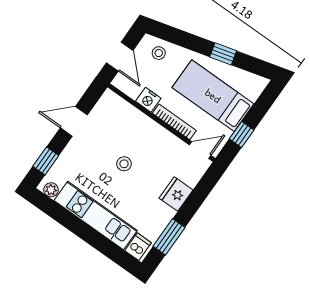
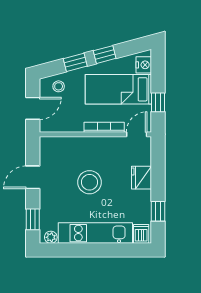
window: (190, 42) -> (75, 62), added
door: (120, 57) -> (33, 108), hinge flipped
nightstand: (148, 100) -> (144, 65), moved, turned -90
stool: (124, 164) -> (90, 182), width x1.89, depth x1.89
window: (169, 237) -> (158, 211), width x0.67

